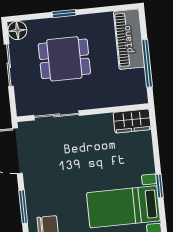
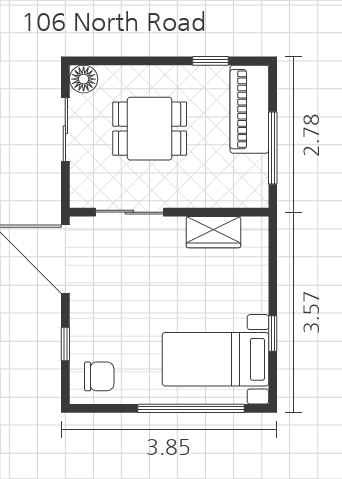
window: (64, 14) -> (211, 61), moved
wardrobe: (132, 121) -> (213, 232), moved
window: (23, 207) -> (65, 344), width x0.67

